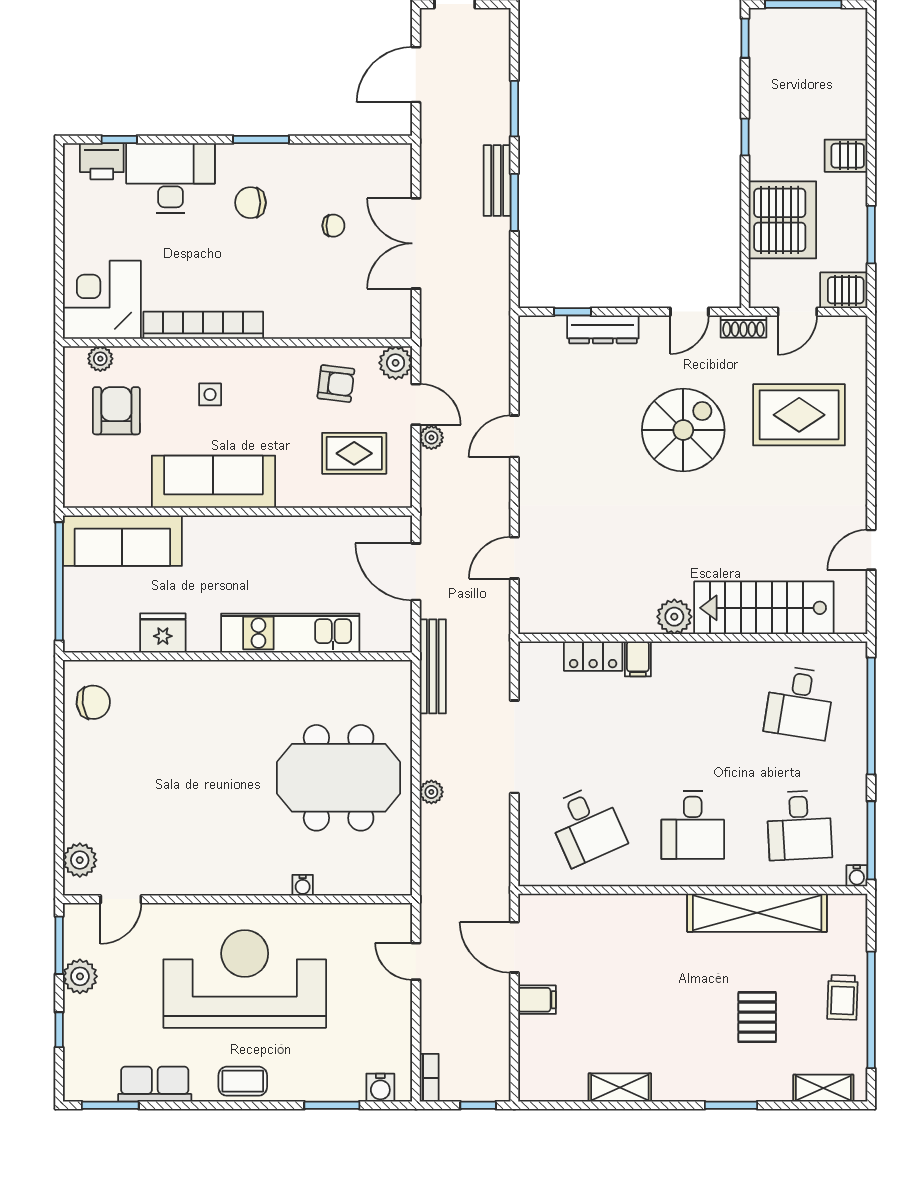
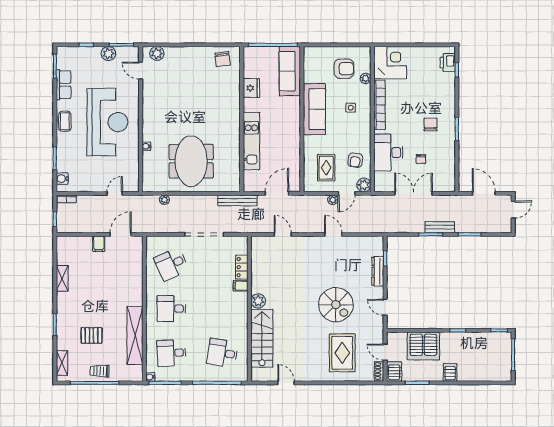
desk: (171, 178) -> (388, 153), moved, turned 180
shoe rack: (743, 327) -> (379, 371), moved
plant: (100, 359) -> (366, 78), moved
plant: (431, 792) -> (164, 200), moved

